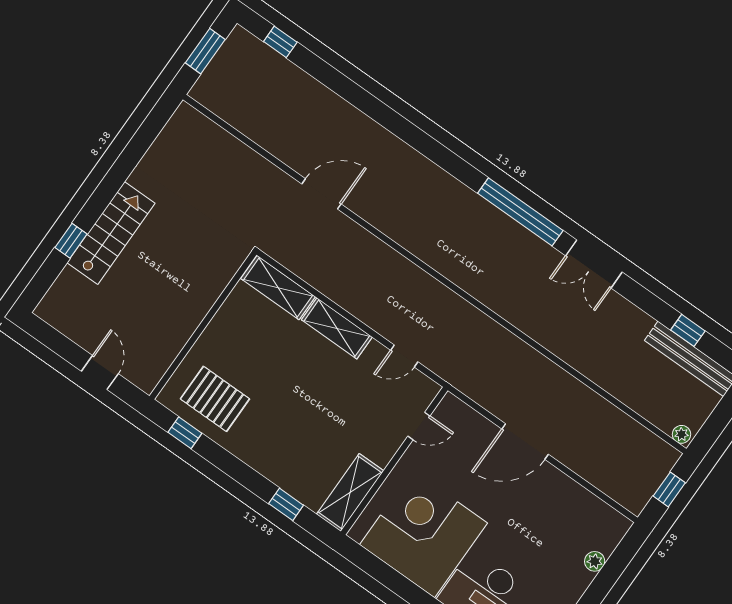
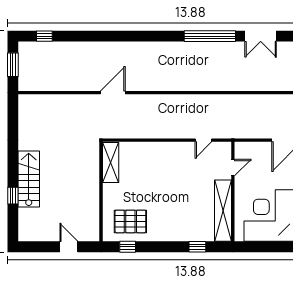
shelving: (278, 288) -> (111, 162), moved, turned 90
shelving: (337, 328) -> (163, 149), removed
shelving: (350, 493) -> (223, 211), width x1.47

